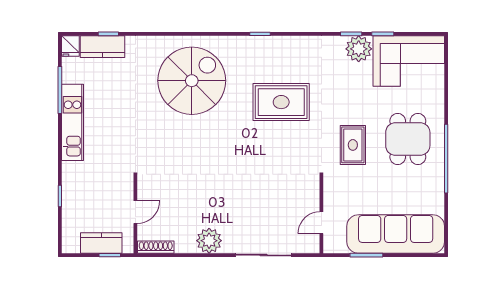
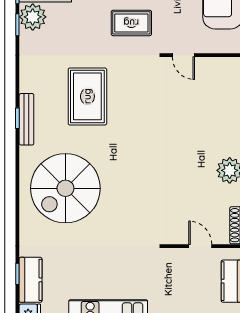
bench: (259, 43) -> (26, 119), added
spiral stairs: (192, 81) -> (65, 188), turned -90
door: (321, 223) -> (183, 55), moved

